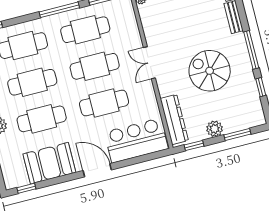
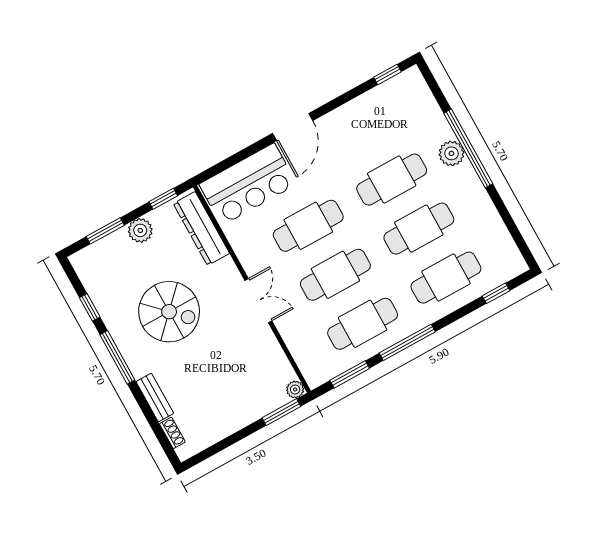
booth: (49, 163) -> (364, 119), removed
door: (97, 170) -> (293, 127), hinge flipped

